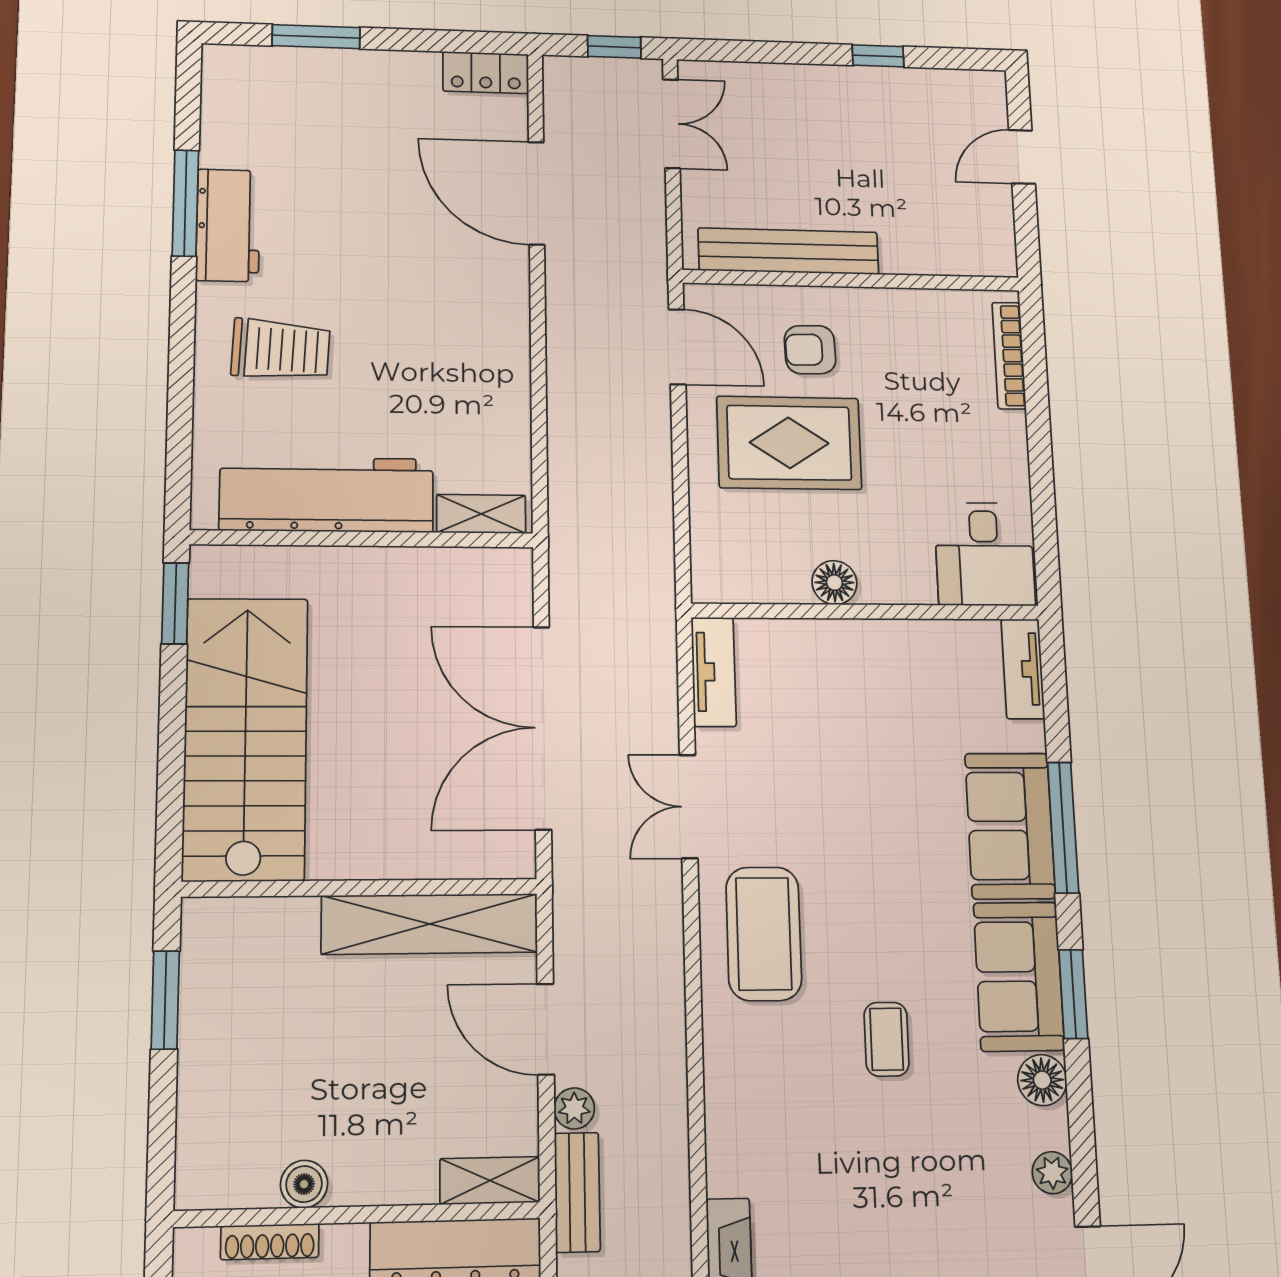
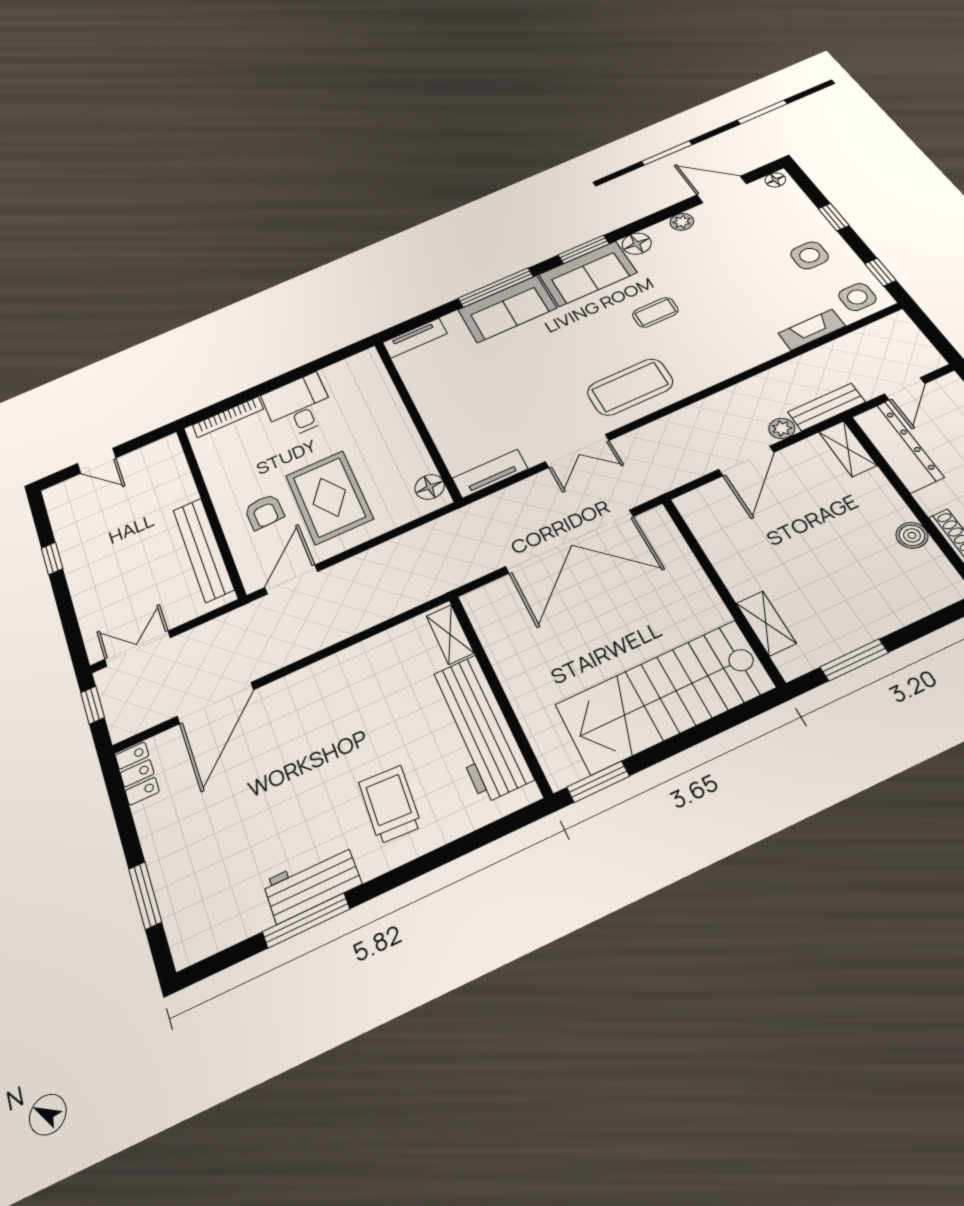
desk: (985, 554) -> (298, 406), moved, turned -90
floor lamp: (834, 583) -> (430, 487), moved
shelving: (430, 924) -> (766, 623), moved, width x0.45, depth x0.75

